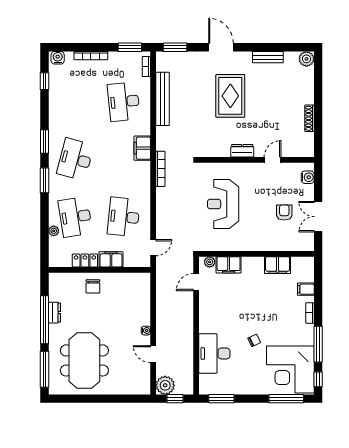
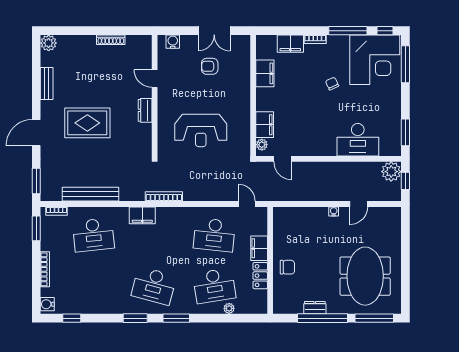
filing cabinet: (306, 289) -> (290, 44), width x2.00
chair: (254, 340) -> (332, 84), moved
meeting table: (84, 360) -> (365, 276), turned 90
plant: (165, 385) -> (391, 172), moved

